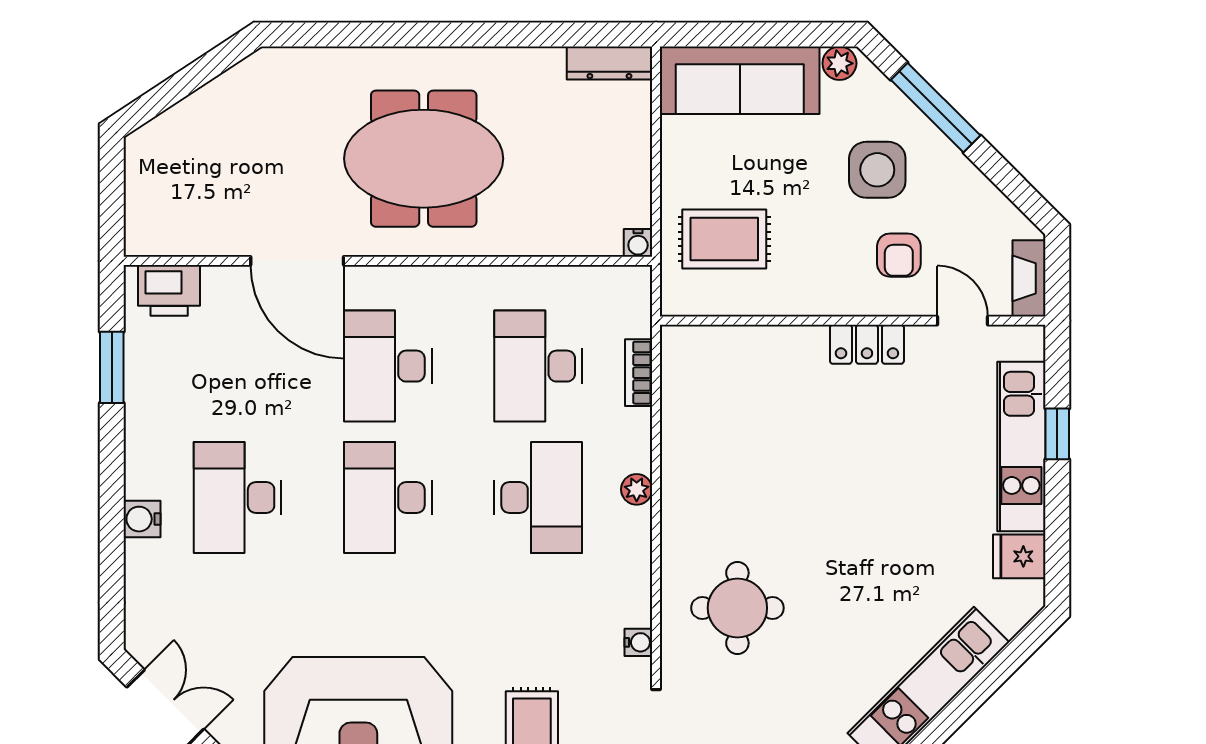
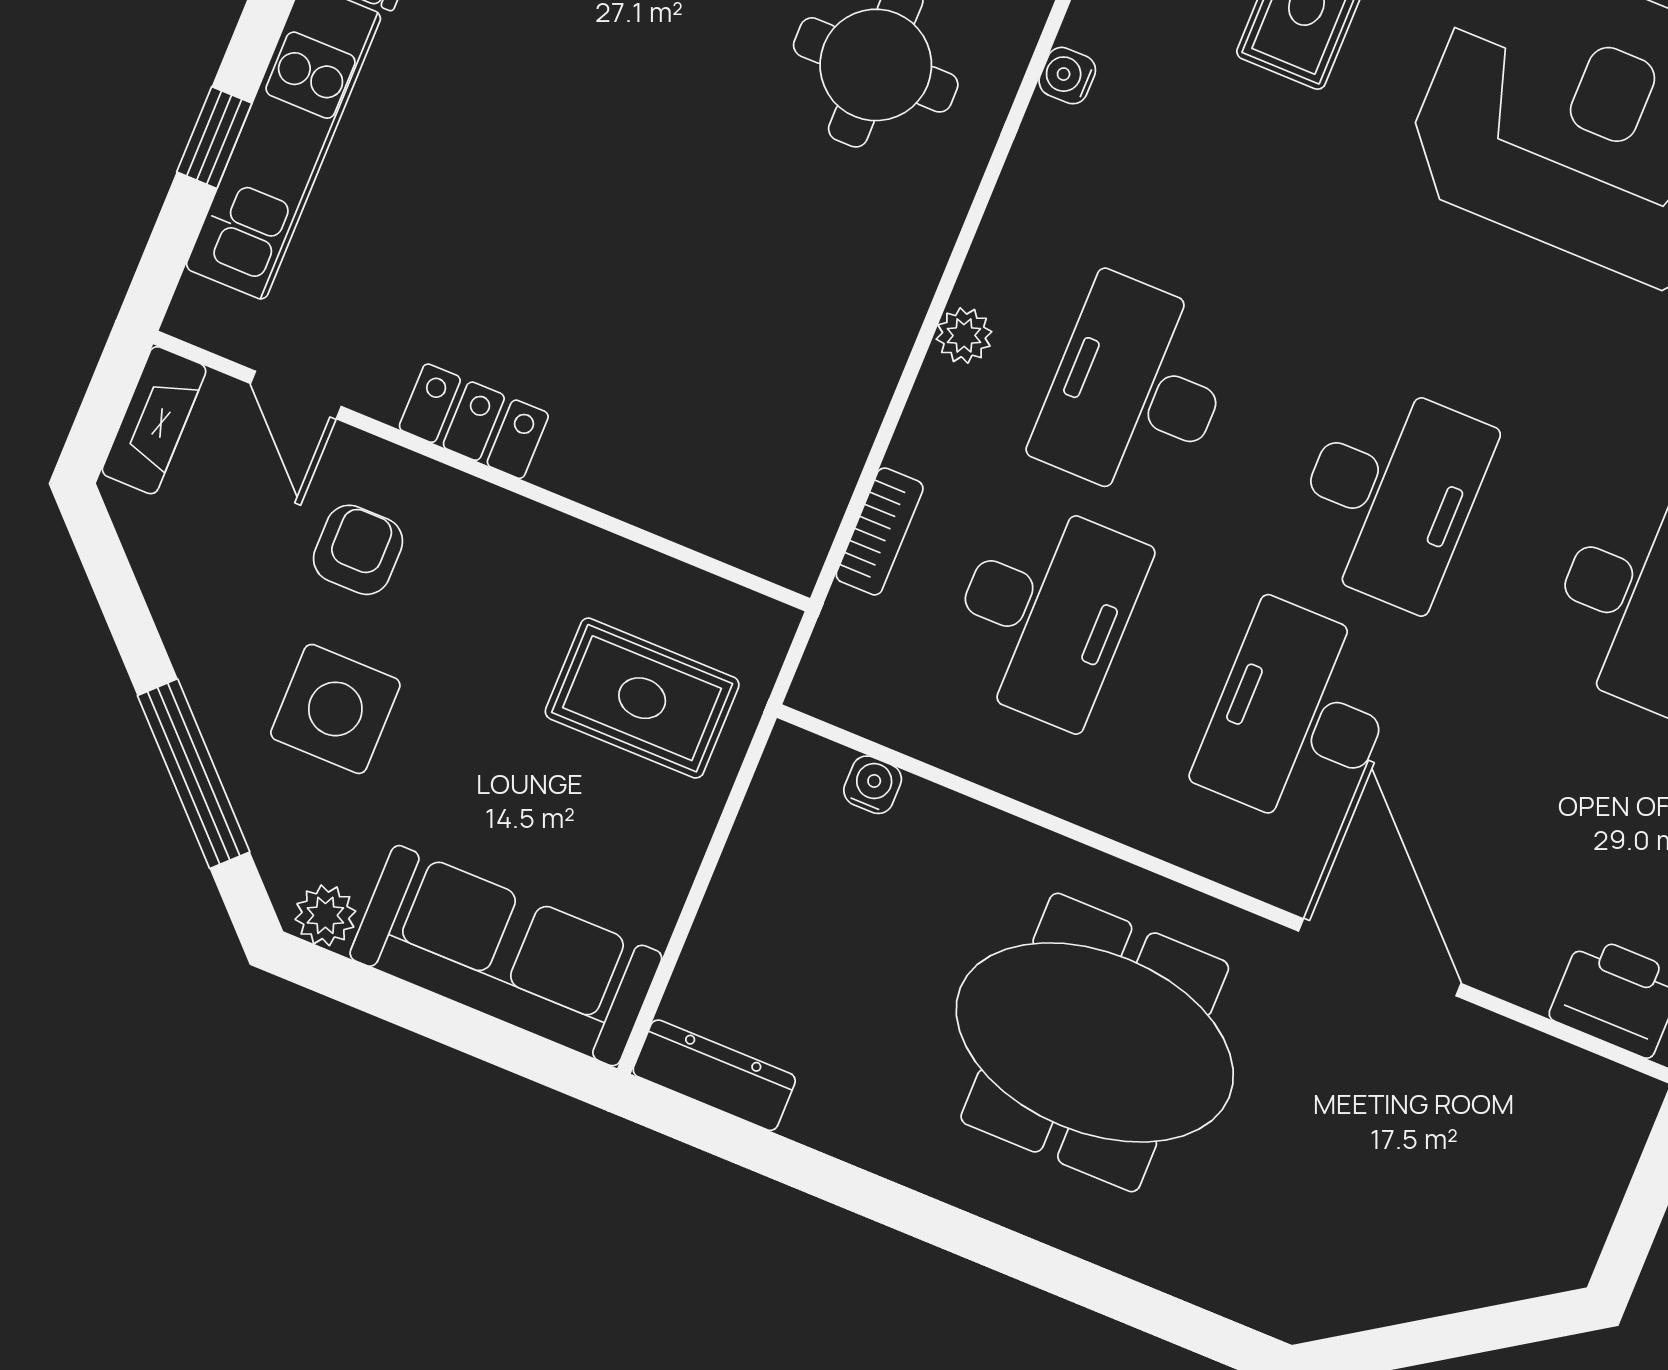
water cooler: (638, 243) -> (873, 785), moved
desk: (388, 366) -> (1299, 717), turned 180

